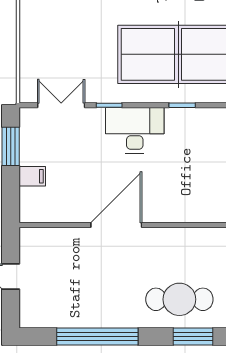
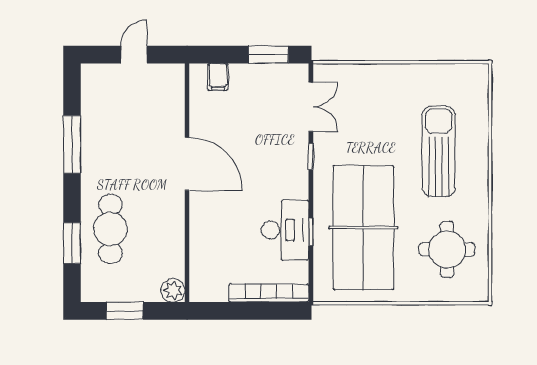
desk: (135, 130) -> (285, 230), moved
filing cabinet: (32, 176) -> (218, 77), moved
window: (97, 336) -> (72, 144), width x0.68

